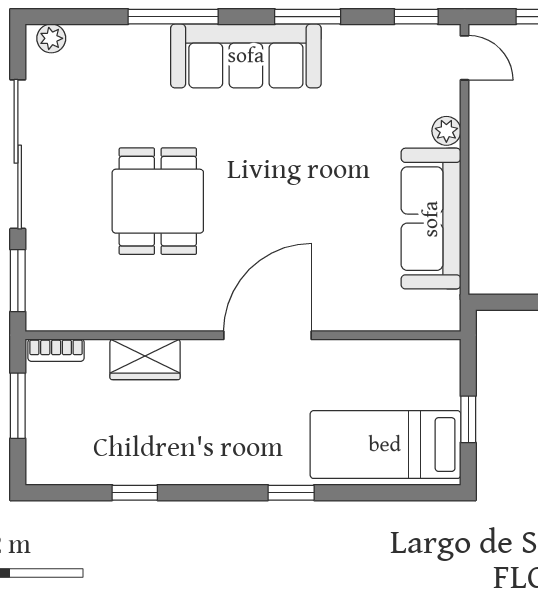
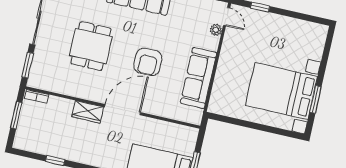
plant: (446, 131) -> (216, 30), moved
armchair: (302, 208) -> (148, 62), added
wardrobe: (145, 359) -> (88, 112), moved

